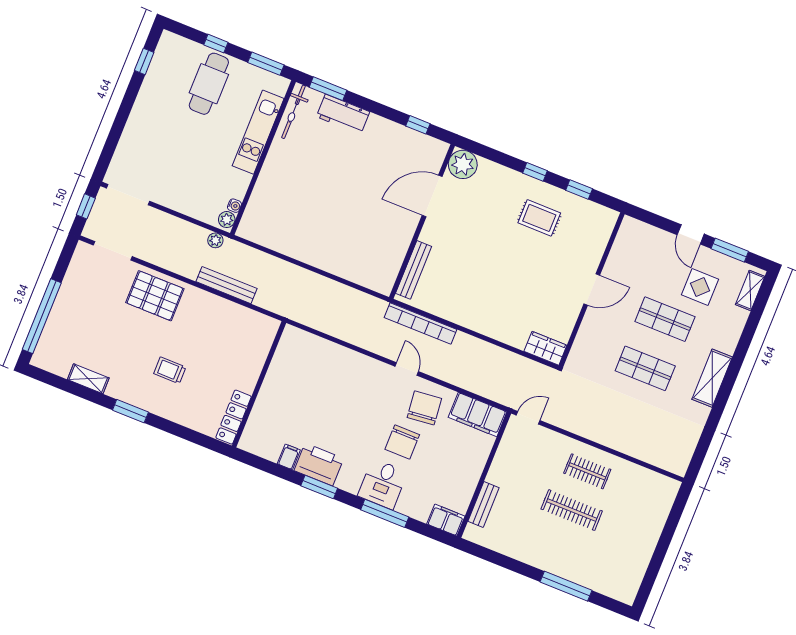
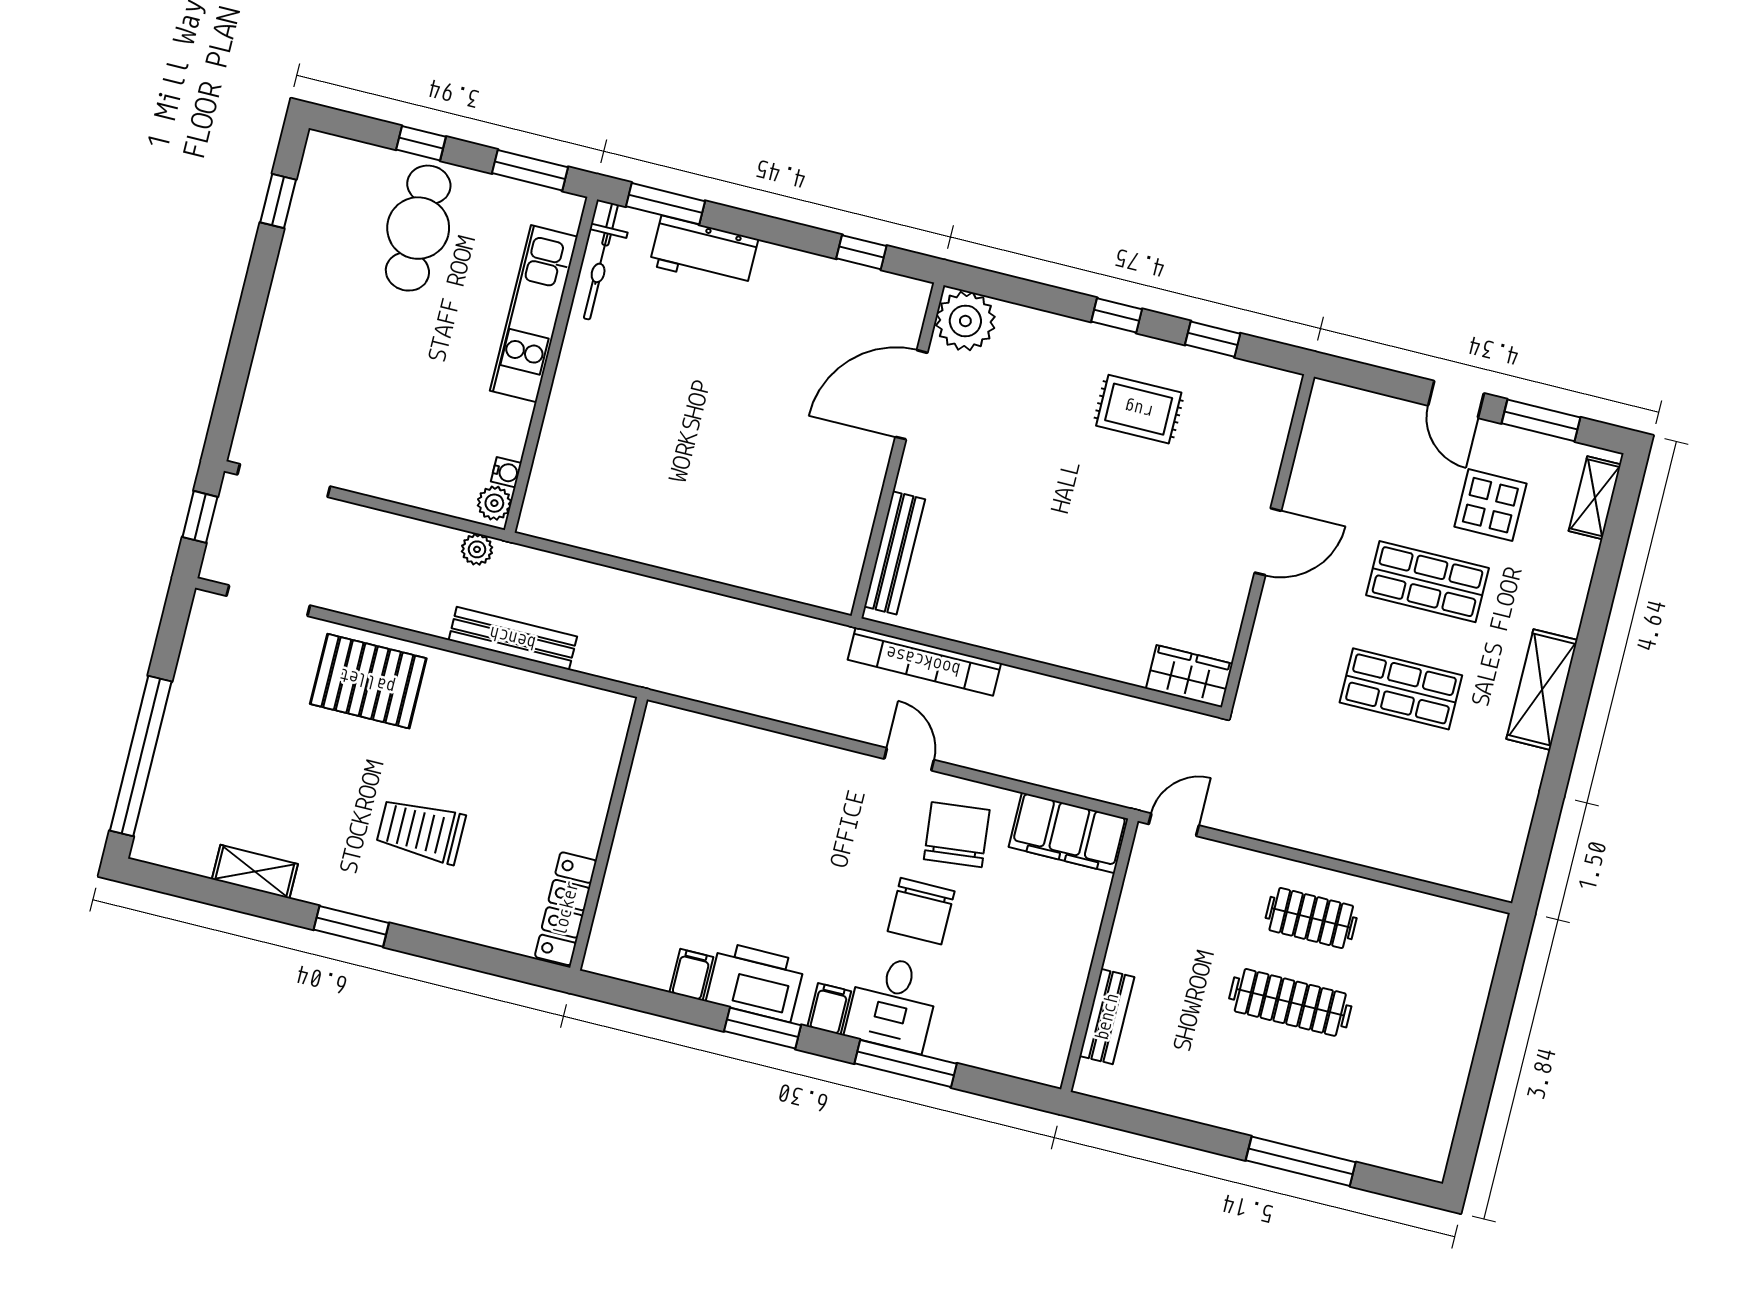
trolley: (170, 370) -> (421, 831), width x1.36, depth x1.39
filing cabinet: (446, 520) -> (829, 1009), moved, width x0.50

